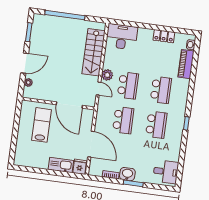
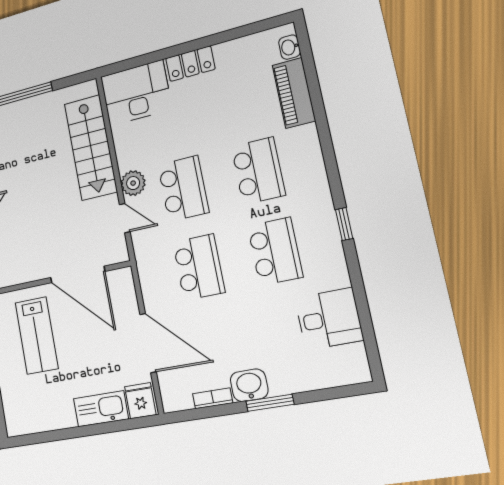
locker: (164, 36) -> (190, 64), moved
lab bench: (42, 125) -> (37, 335), turned 180
desk: (166, 172) -> (329, 319), moved

